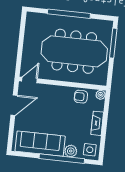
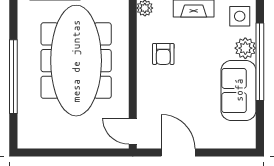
armchair: (81, 97) -> (163, 54), moved
sofa: (40, 144) -> (239, 90), width x0.73

